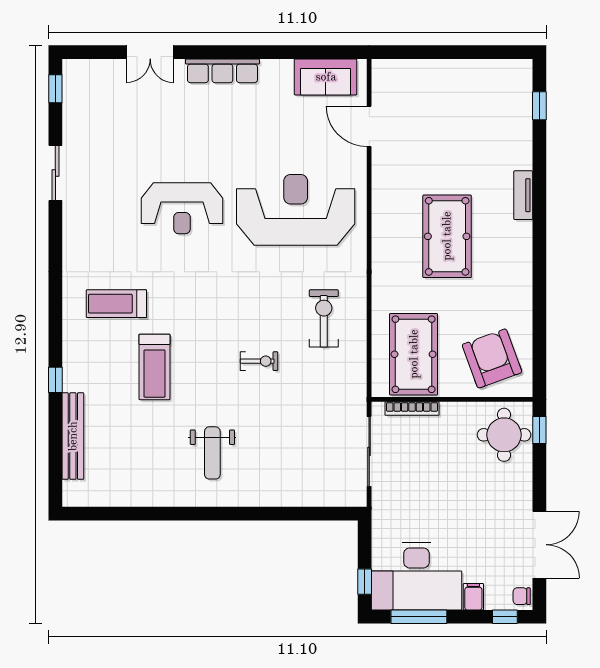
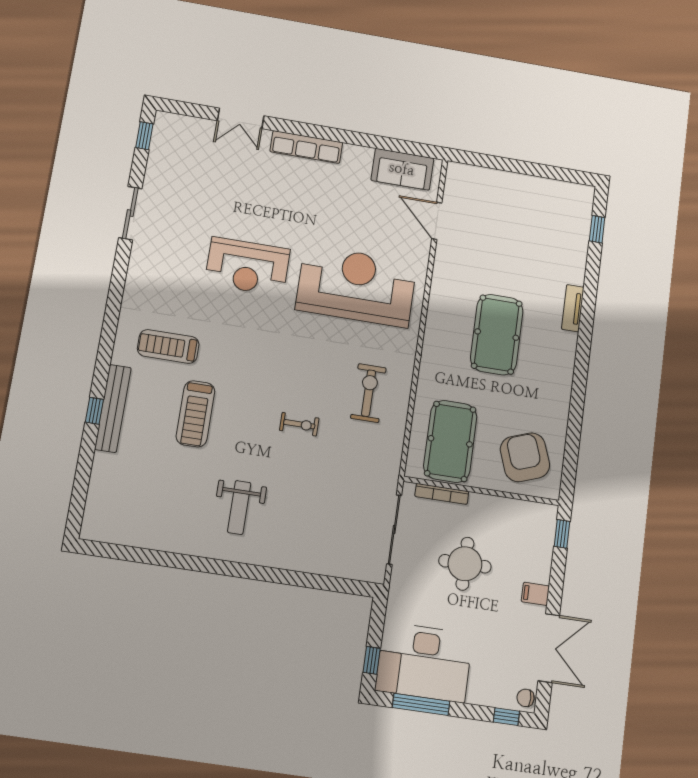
round table: (504, 435) -> (465, 564), moved
bench: (73, 436) -> (113, 408), moved
filing cabinet: (473, 597) -> (535, 594), moved, turned -90

